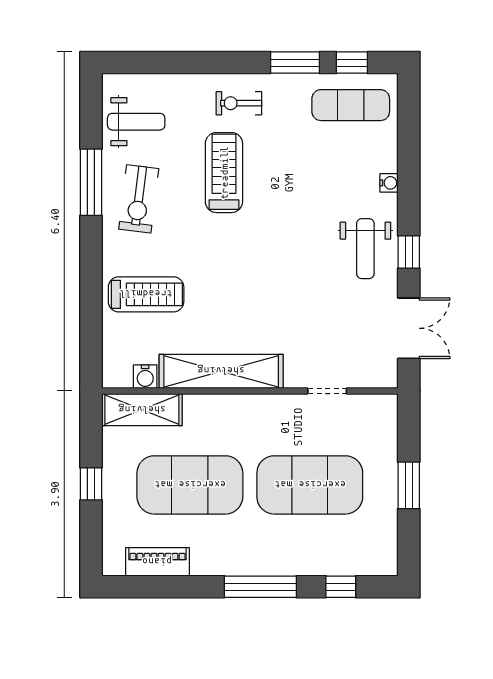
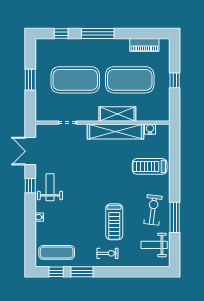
shelving: (142, 410) -> (117, 114), moved

